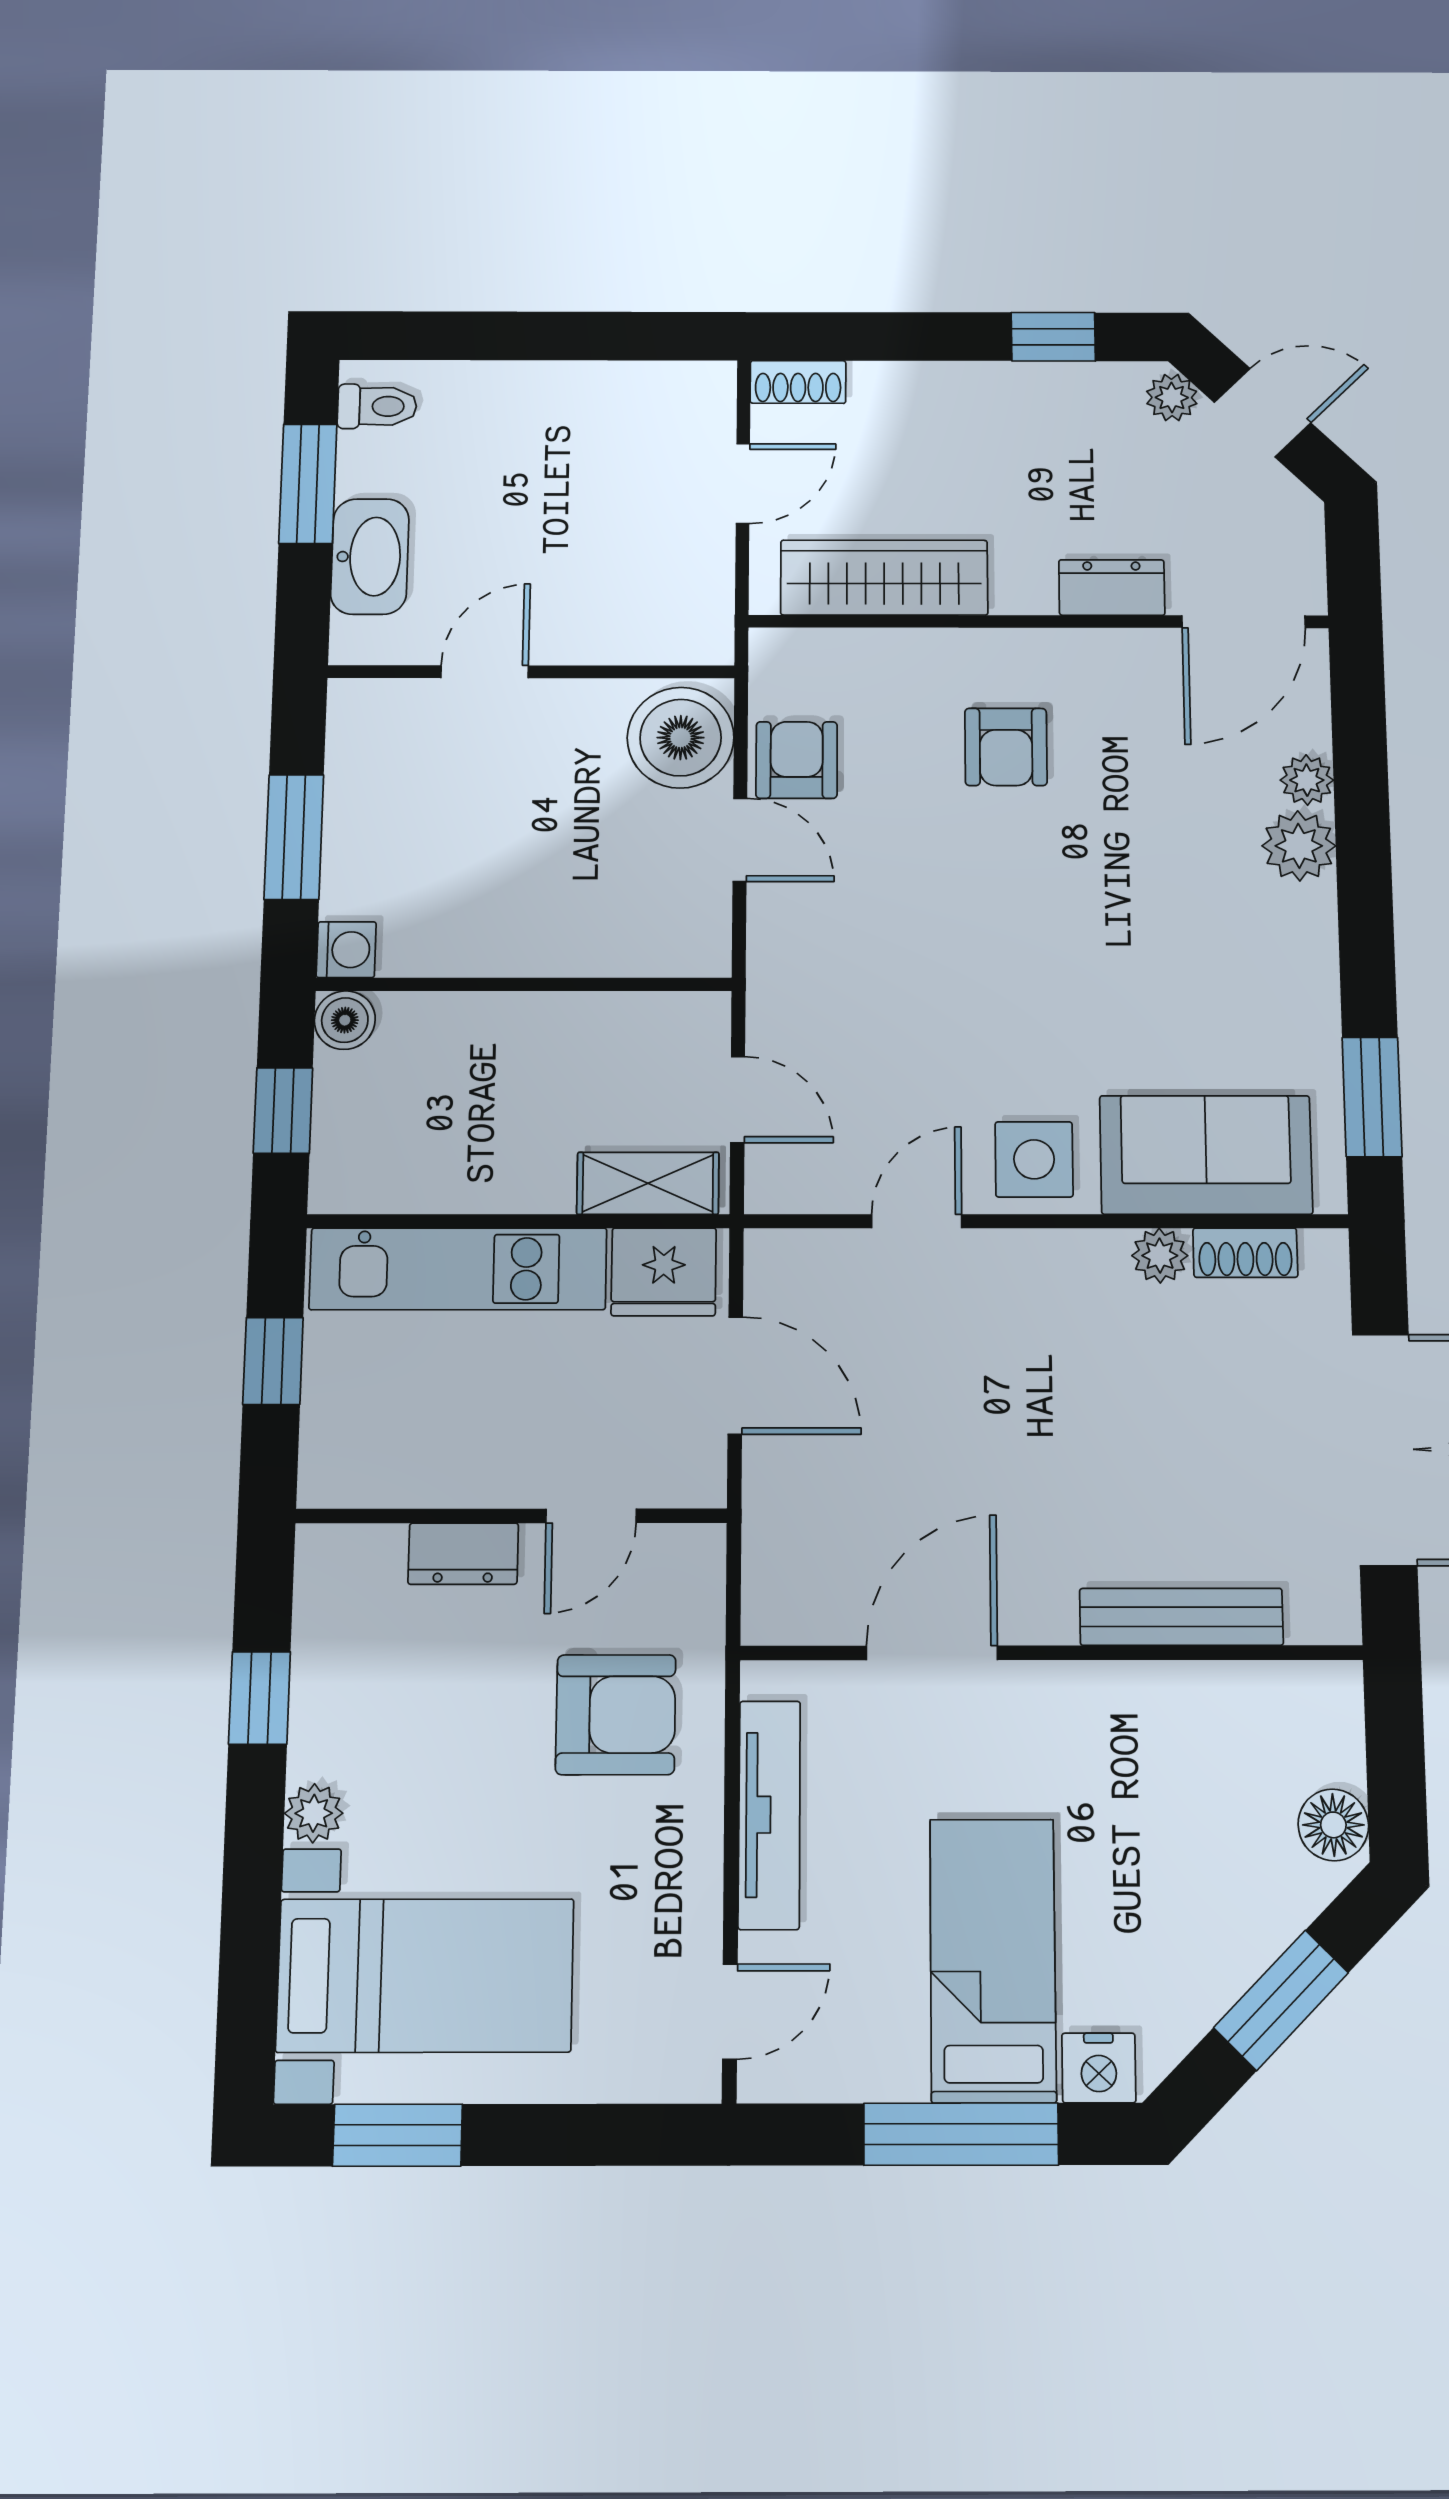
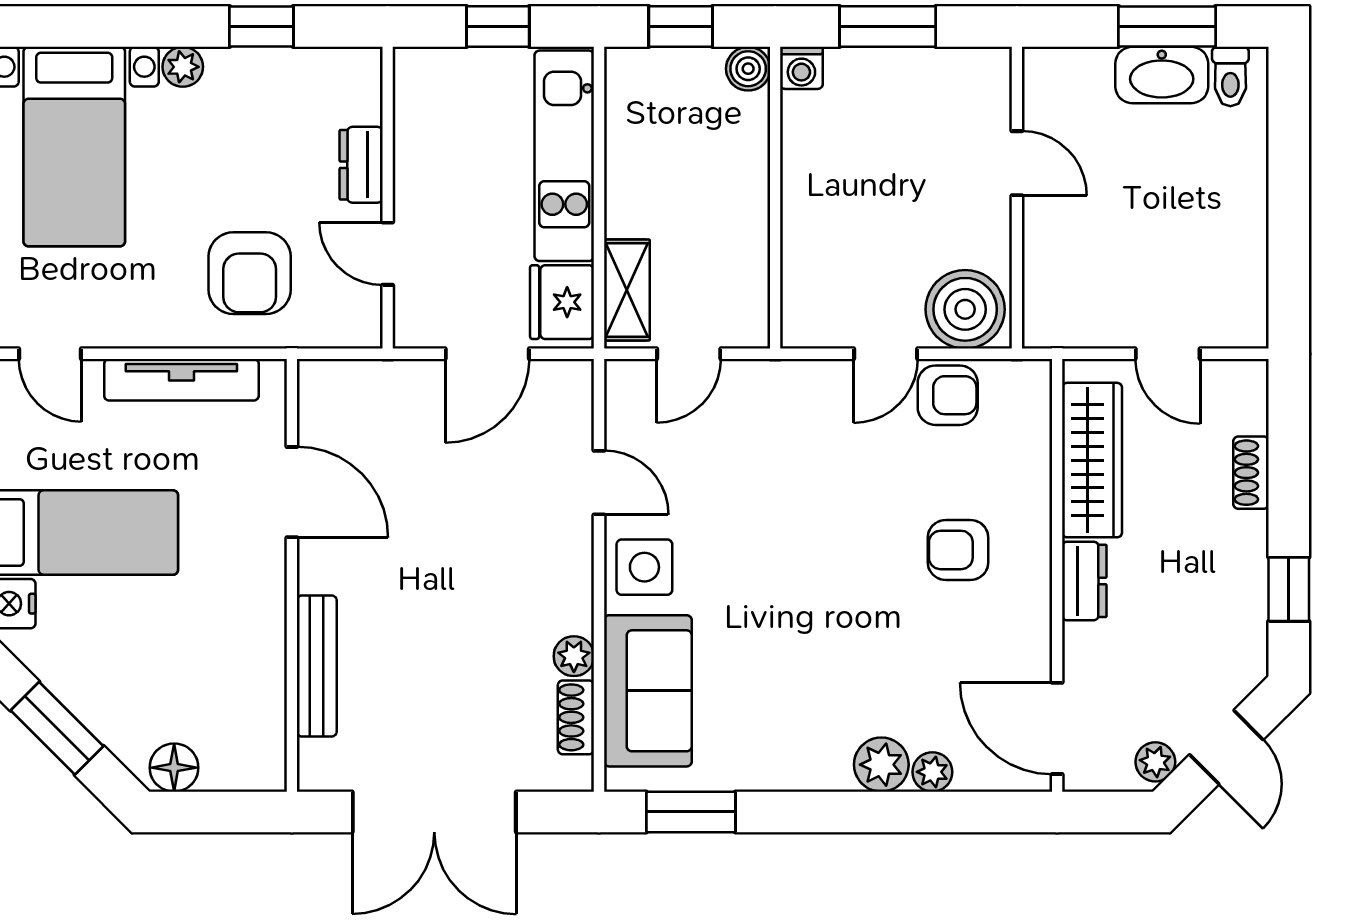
shoe rack: (798, 382) -> (1251, 473), moved
plant: (1172, 398) -> (1155, 762), moved
washbasin: (370, 557) -> (1162, 75), moved
dresser: (1112, 588) -> (1084, 581), moved

